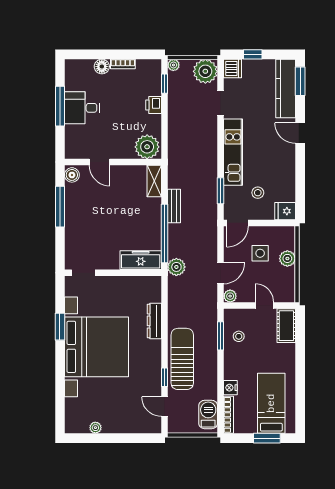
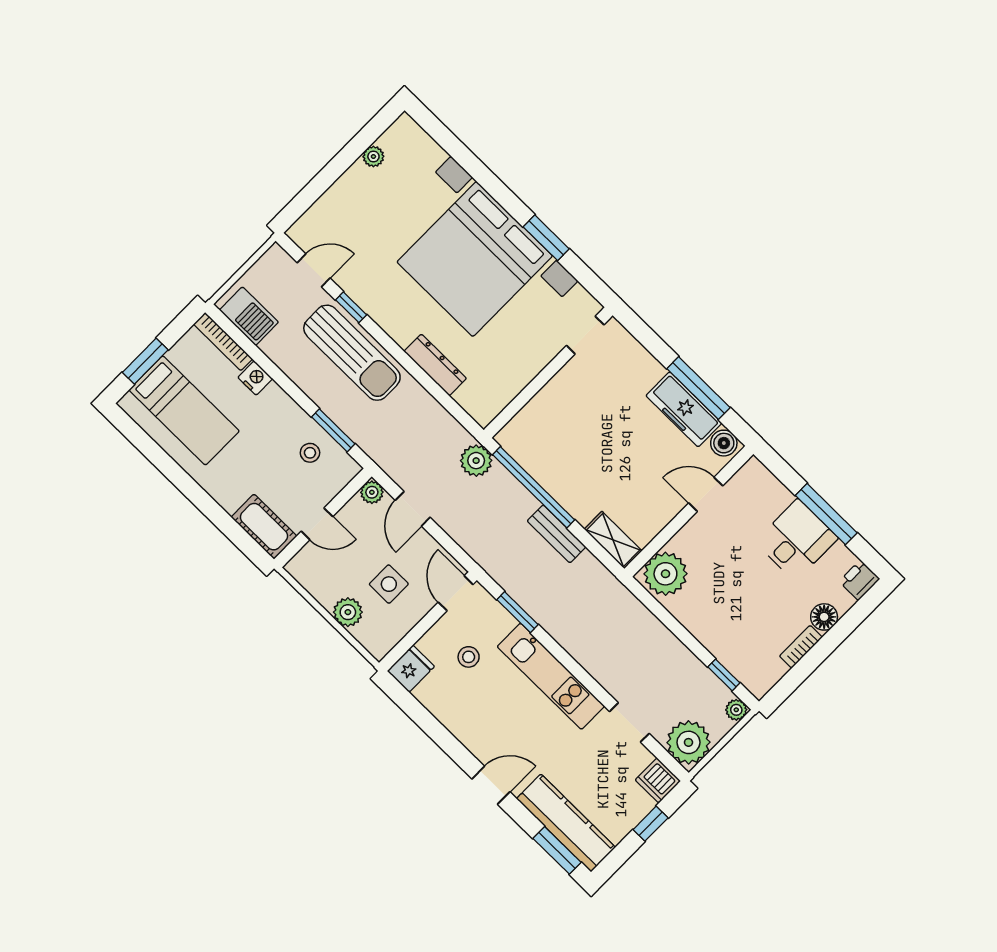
printer: (154, 105) -> (859, 580), moved, turned -90
freezer: (141, 260) -> (684, 409), moved, turned 90

